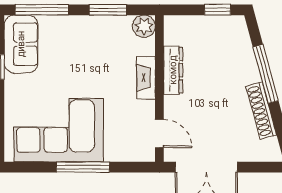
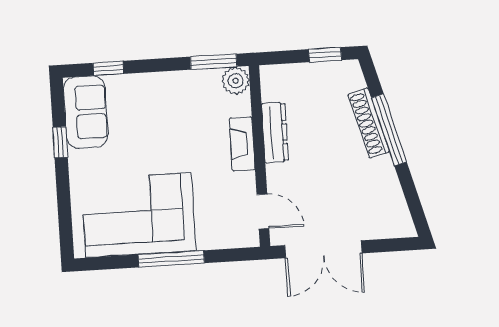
window: (42, 10) -> (108, 68), width x0.46
window: (108, 10) -> (214, 62), moved
shoe rack: (261, 111) -> (369, 123), moved

